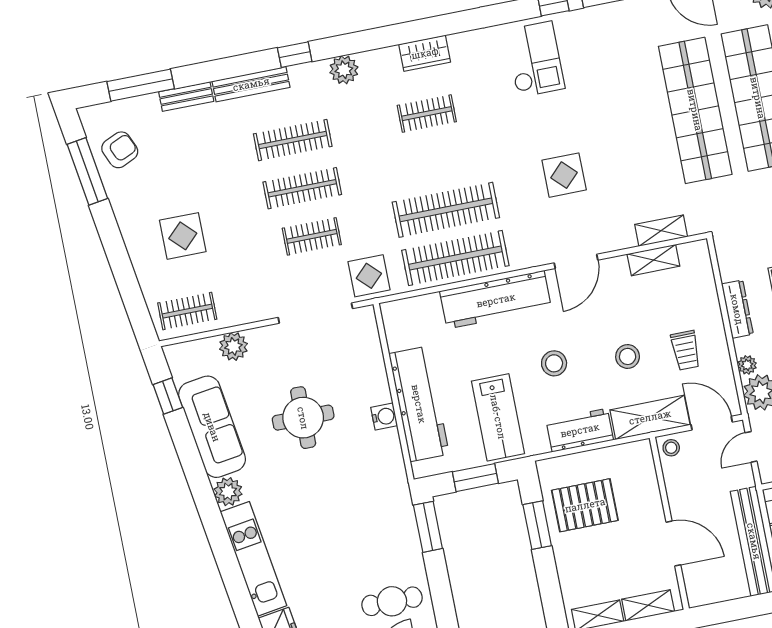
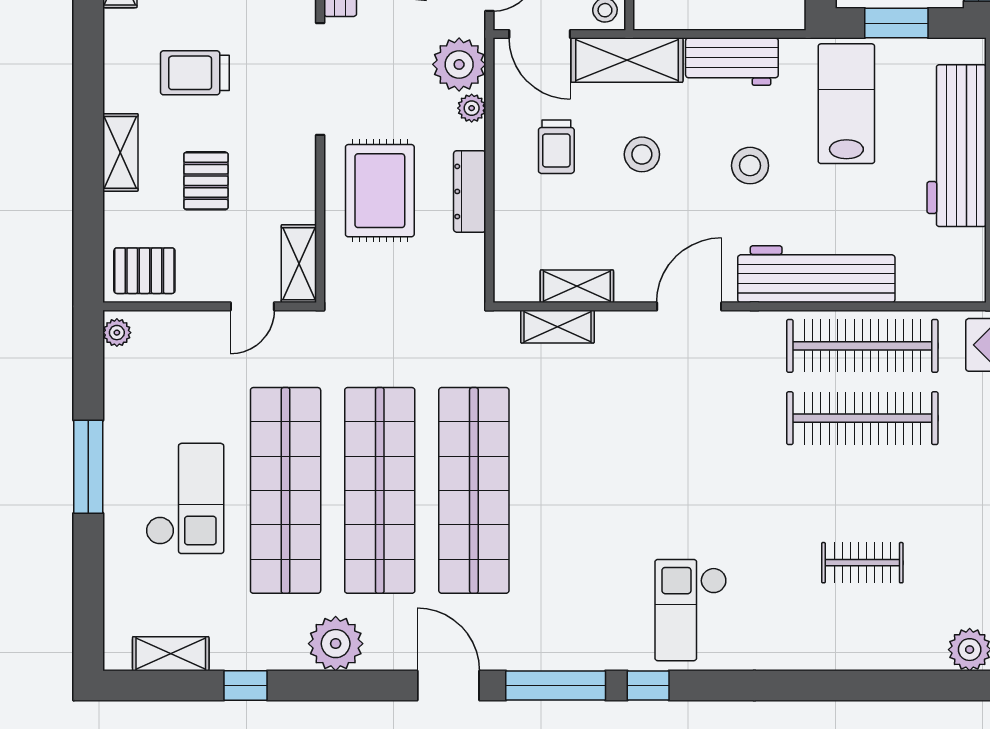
wardrobe: (425, 53) -> (848, 650), removed
display table: (564, 175) -> (682, 434), removed
trolley: (686, 350) -> (556, 147), turned 180

